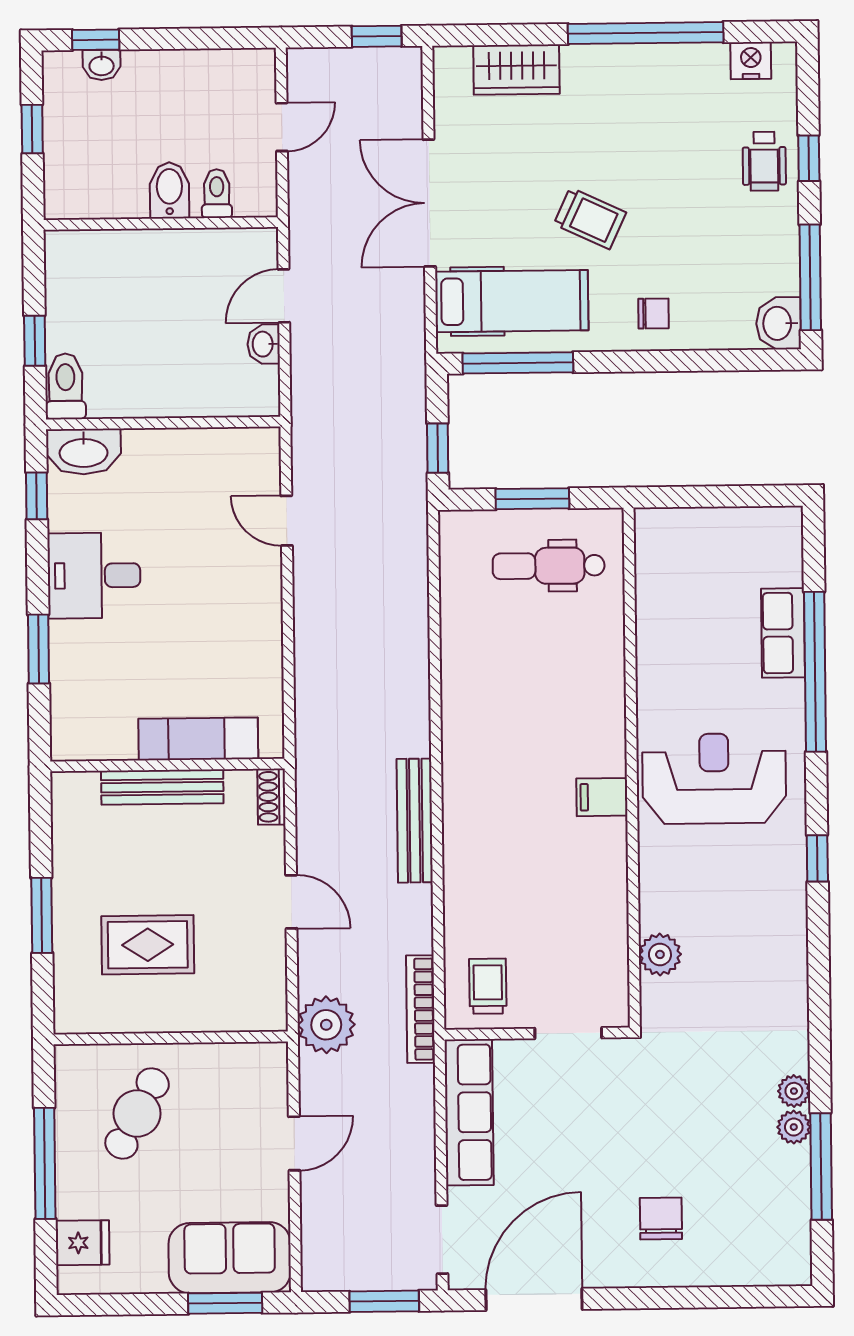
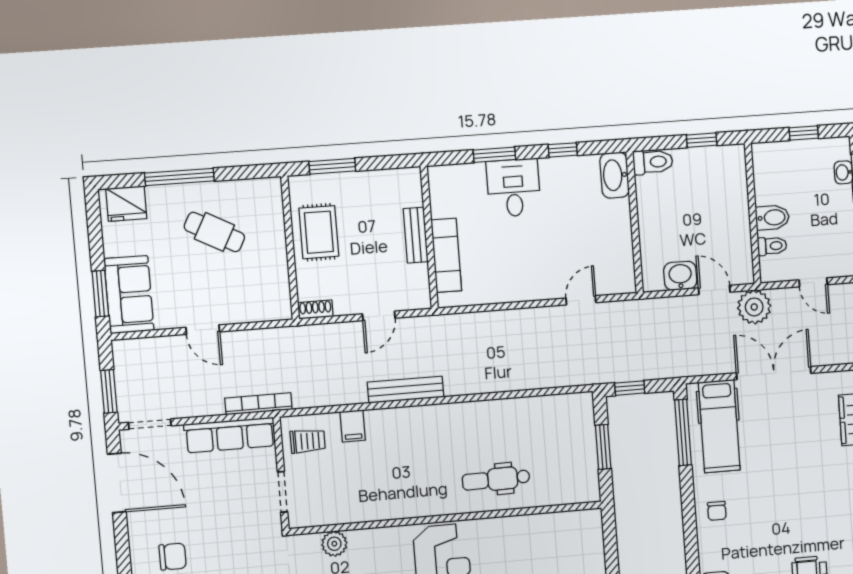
trolley: (590, 218) -> (770, 469), removed
window: (35, 341) -> (702, 140), moved
washbasin: (264, 344) -> (680, 276), width x1.38, depth x1.45
window: (37, 496) -> (563, 150), moved
dental chair: (549, 566) -> (496, 479), moved, turned -91
desk: (94, 575) -> (513, 188), moved
bench: (162, 787) -> (416, 235), width x0.73
shoe rack: (271, 797) -> (315, 310), moved
filing cabinet: (602, 797) -> (353, 426), moved, turned 180
door: (291, 902) -> (379, 316), moved
bookcase: (420, 1009) -> (258, 404), moved
plant: (326, 1025) -> (754, 307), moved
wall: (171, 1038) -> (290, 248), moved
fridge: (83, 1243) -> (126, 204), width x1.38

